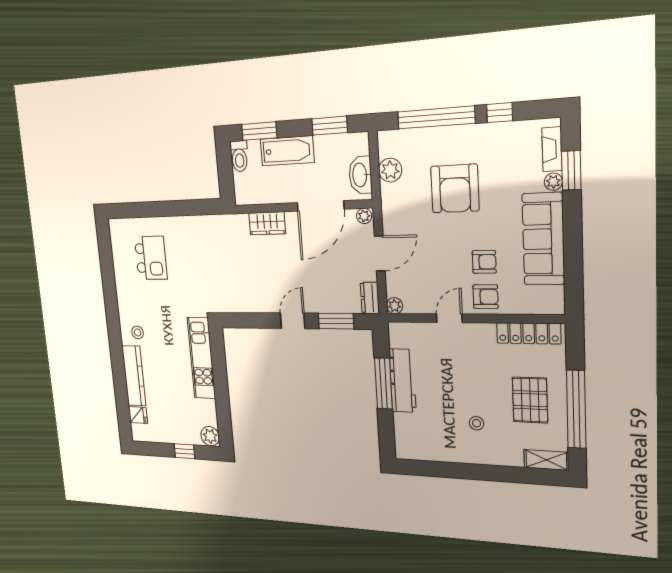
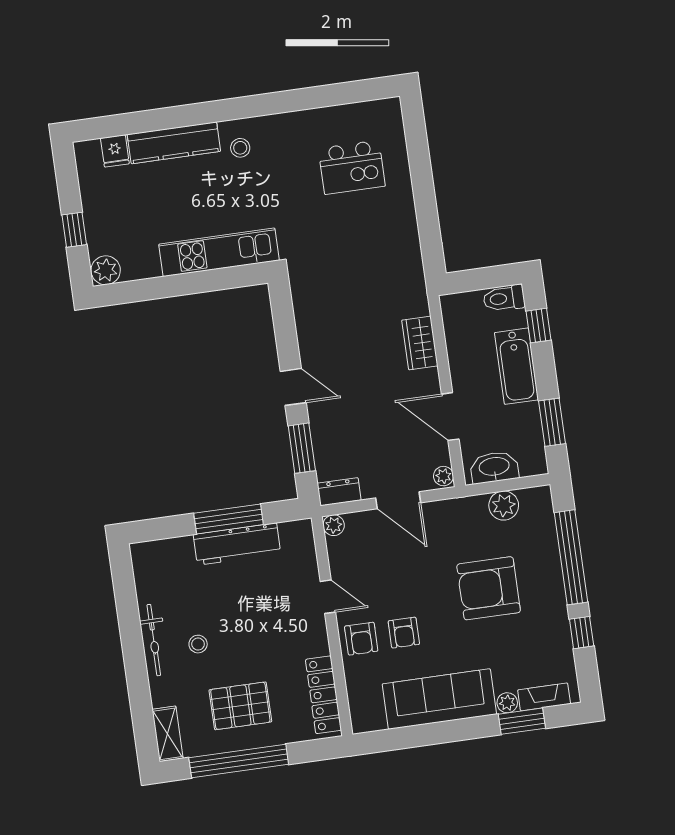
window: (259, 131) -> (538, 326), width x0.67
door: (321, 206) -> (450, 417), width x0.73
bicycle: (470, 455) -> (154, 640), added

